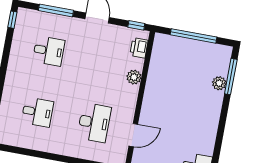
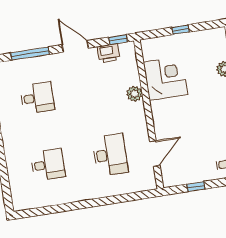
window: (194, 36) -> (181, 30), width x0.32
printer: (139, 48) -> (109, 53), moved, turned -90
corner desk: (165, 74) -> (165, 79), added

